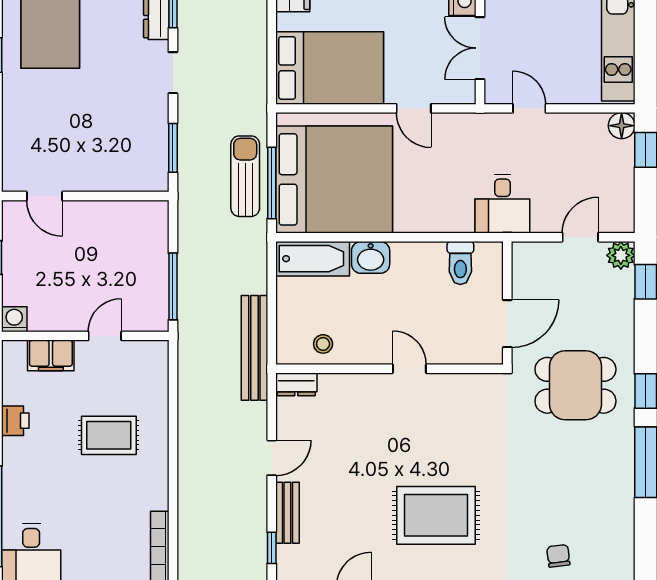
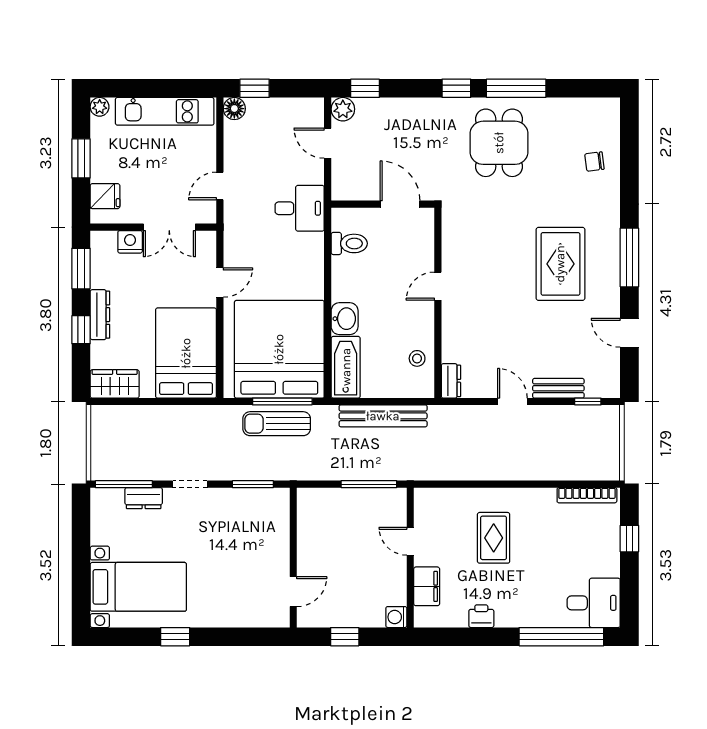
bench: (254, 348) -> (383, 416), moved
dining table: (575, 385) -> (499, 143), moved

